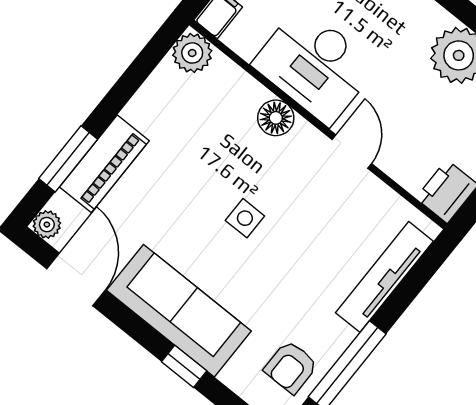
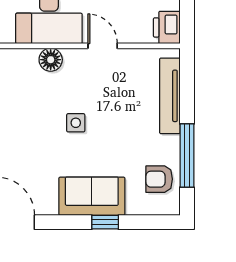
sofa: (179, 311) -> (92, 196), width x0.73
armchair: (291, 367) -> (159, 179), turned 90

